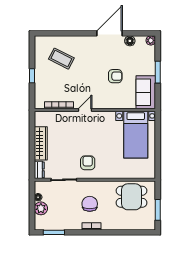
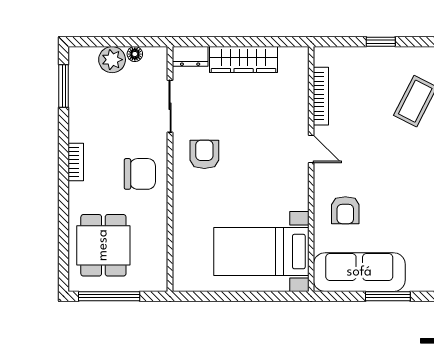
armchair: (115, 76) -> (345, 210), moved
sofa: (146, 92) -> (359, 272), width x1.36
armchair: (88, 163) -> (204, 154), turned -90
dining table: (131, 197) -> (103, 245), moved
chair: (90, 204) -> (140, 174), moved
window: (158, 210) -> (109, 296), width x1.44

